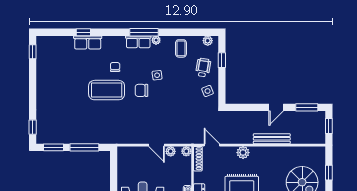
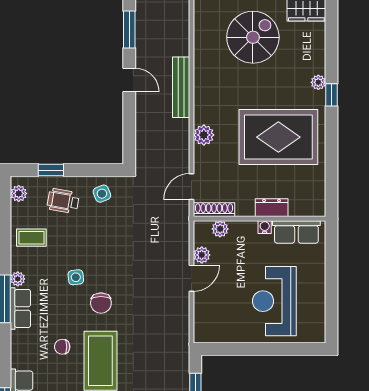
plant: (186, 151) -> (220, 229), moved

